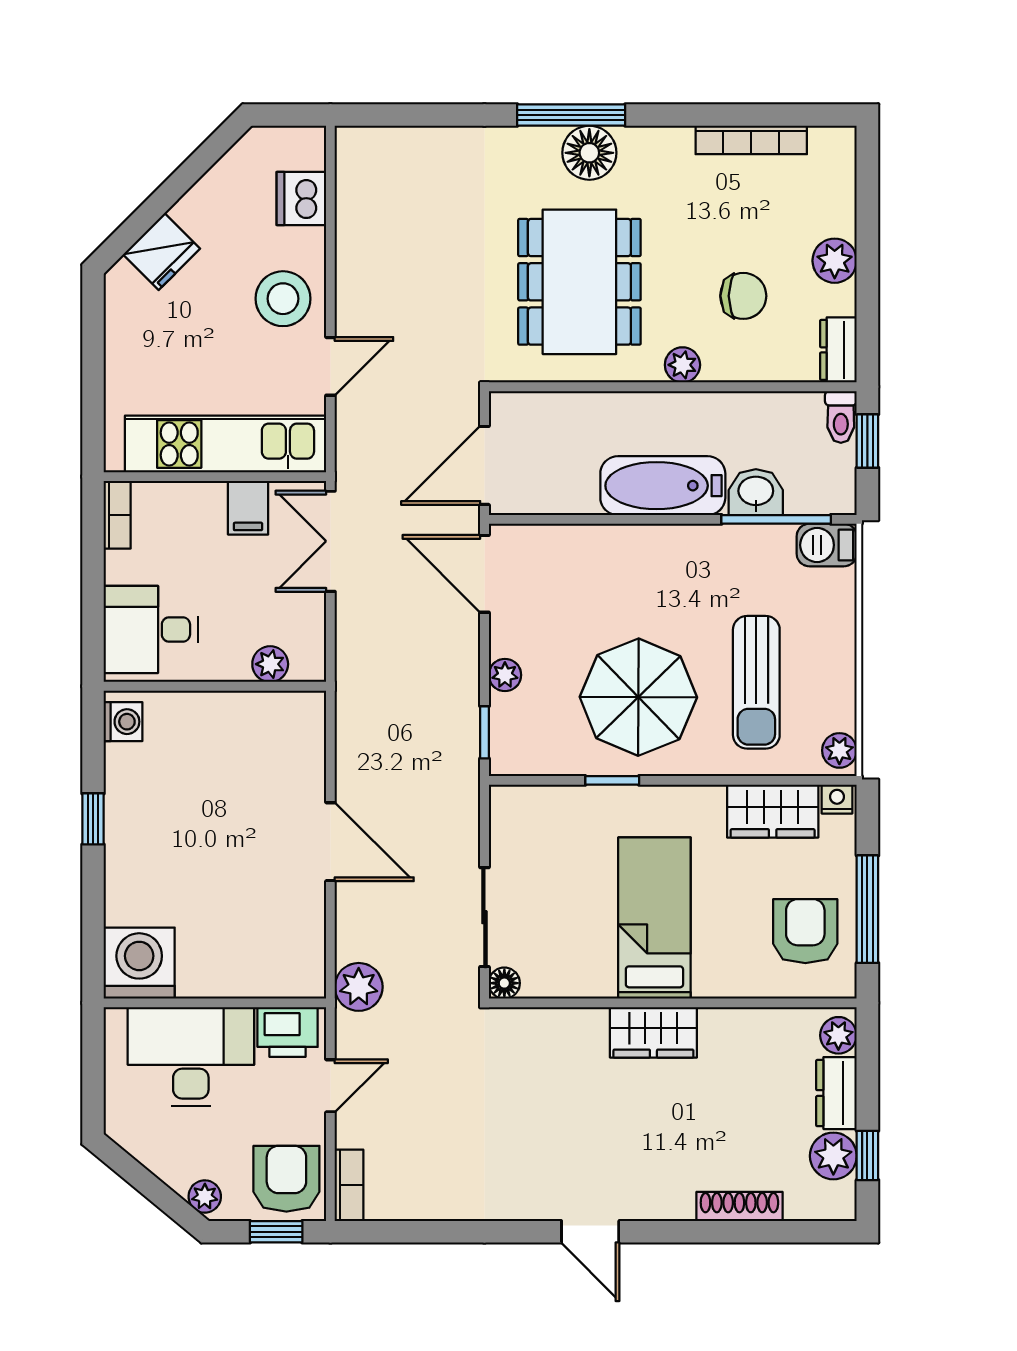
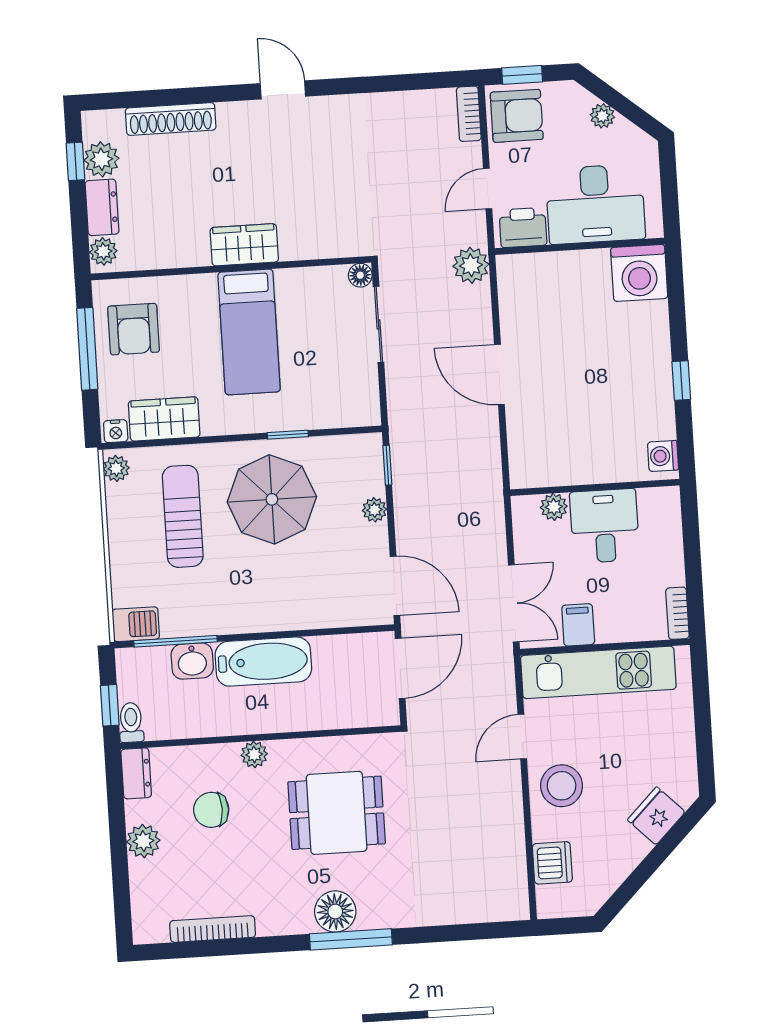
dining table: (579, 282) -> (337, 813), width x0.73
desk: (151, 629) -> (605, 526), moved, turned -90
armchair: (286, 1179) -> (517, 116), turned -90
plant: (205, 1197) -> (602, 116), moved
shoe rack: (739, 1206) -> (171, 119), width x1.36, depth x1.24

